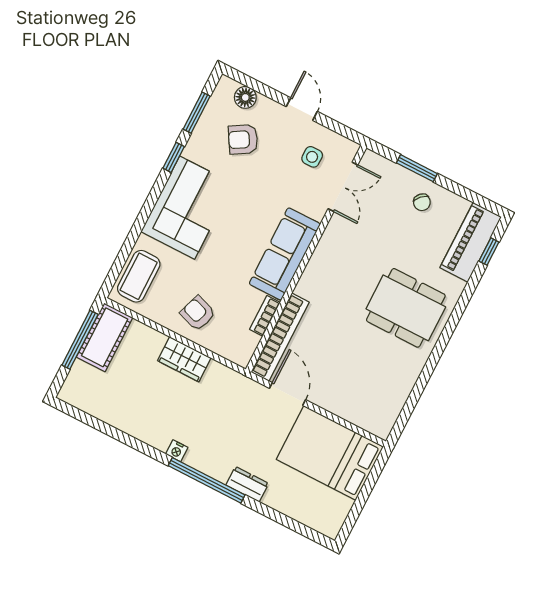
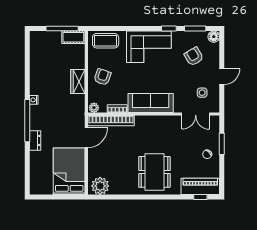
floor lamp: (245, 97) -> (214, 37), moved
cot: (105, 337) -> (73, 37), width x0.73, depth x0.75
plant: (243, 355) -> (94, 108), added
plant: (382, 413) -> (100, 186), added

